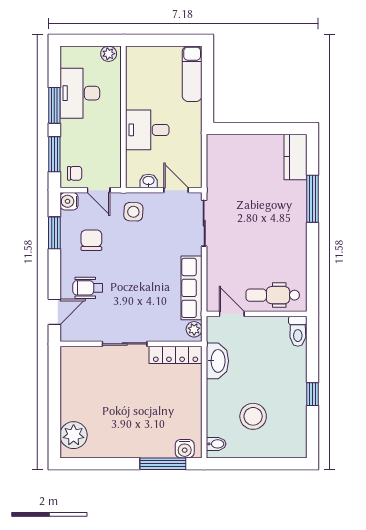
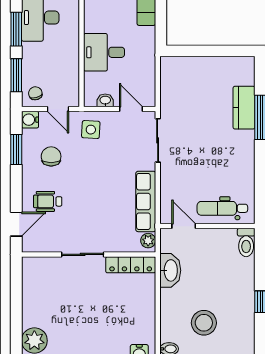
kitchen counter: (296, 157) -> (244, 108), moved
chair: (75, 173) -> (35, 93), turned -106

